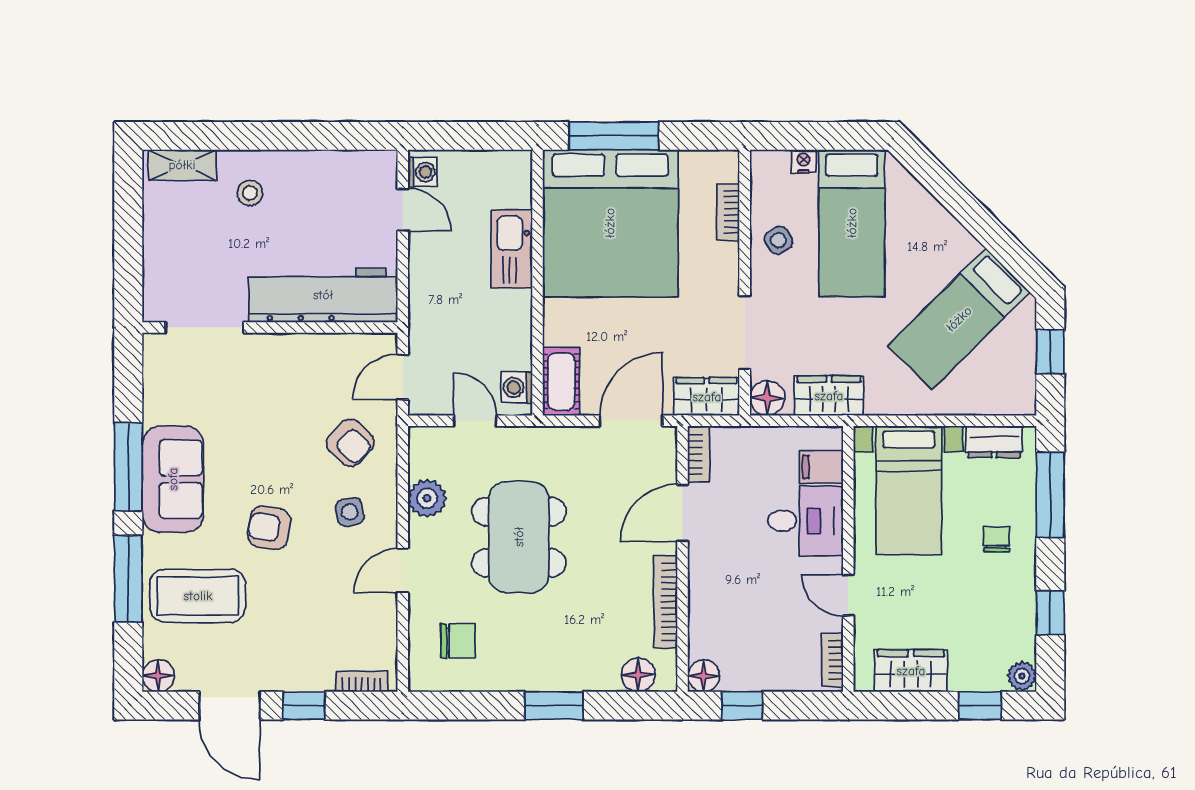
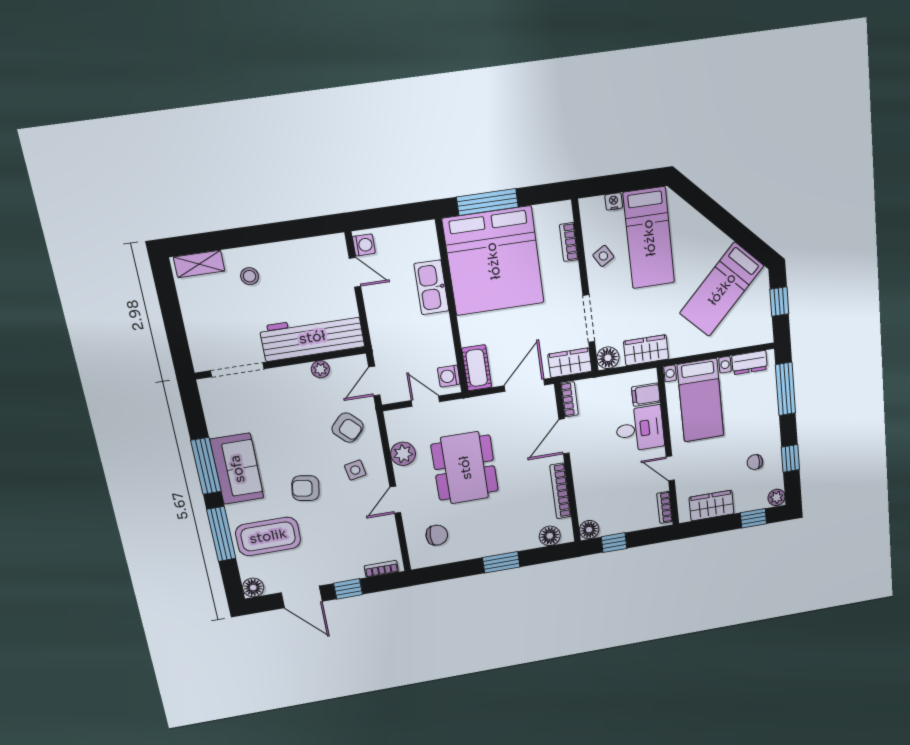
plant: (326, 346) -> (320, 369), added
chair: (996, 539) -> (755, 462), moved, turned -90

